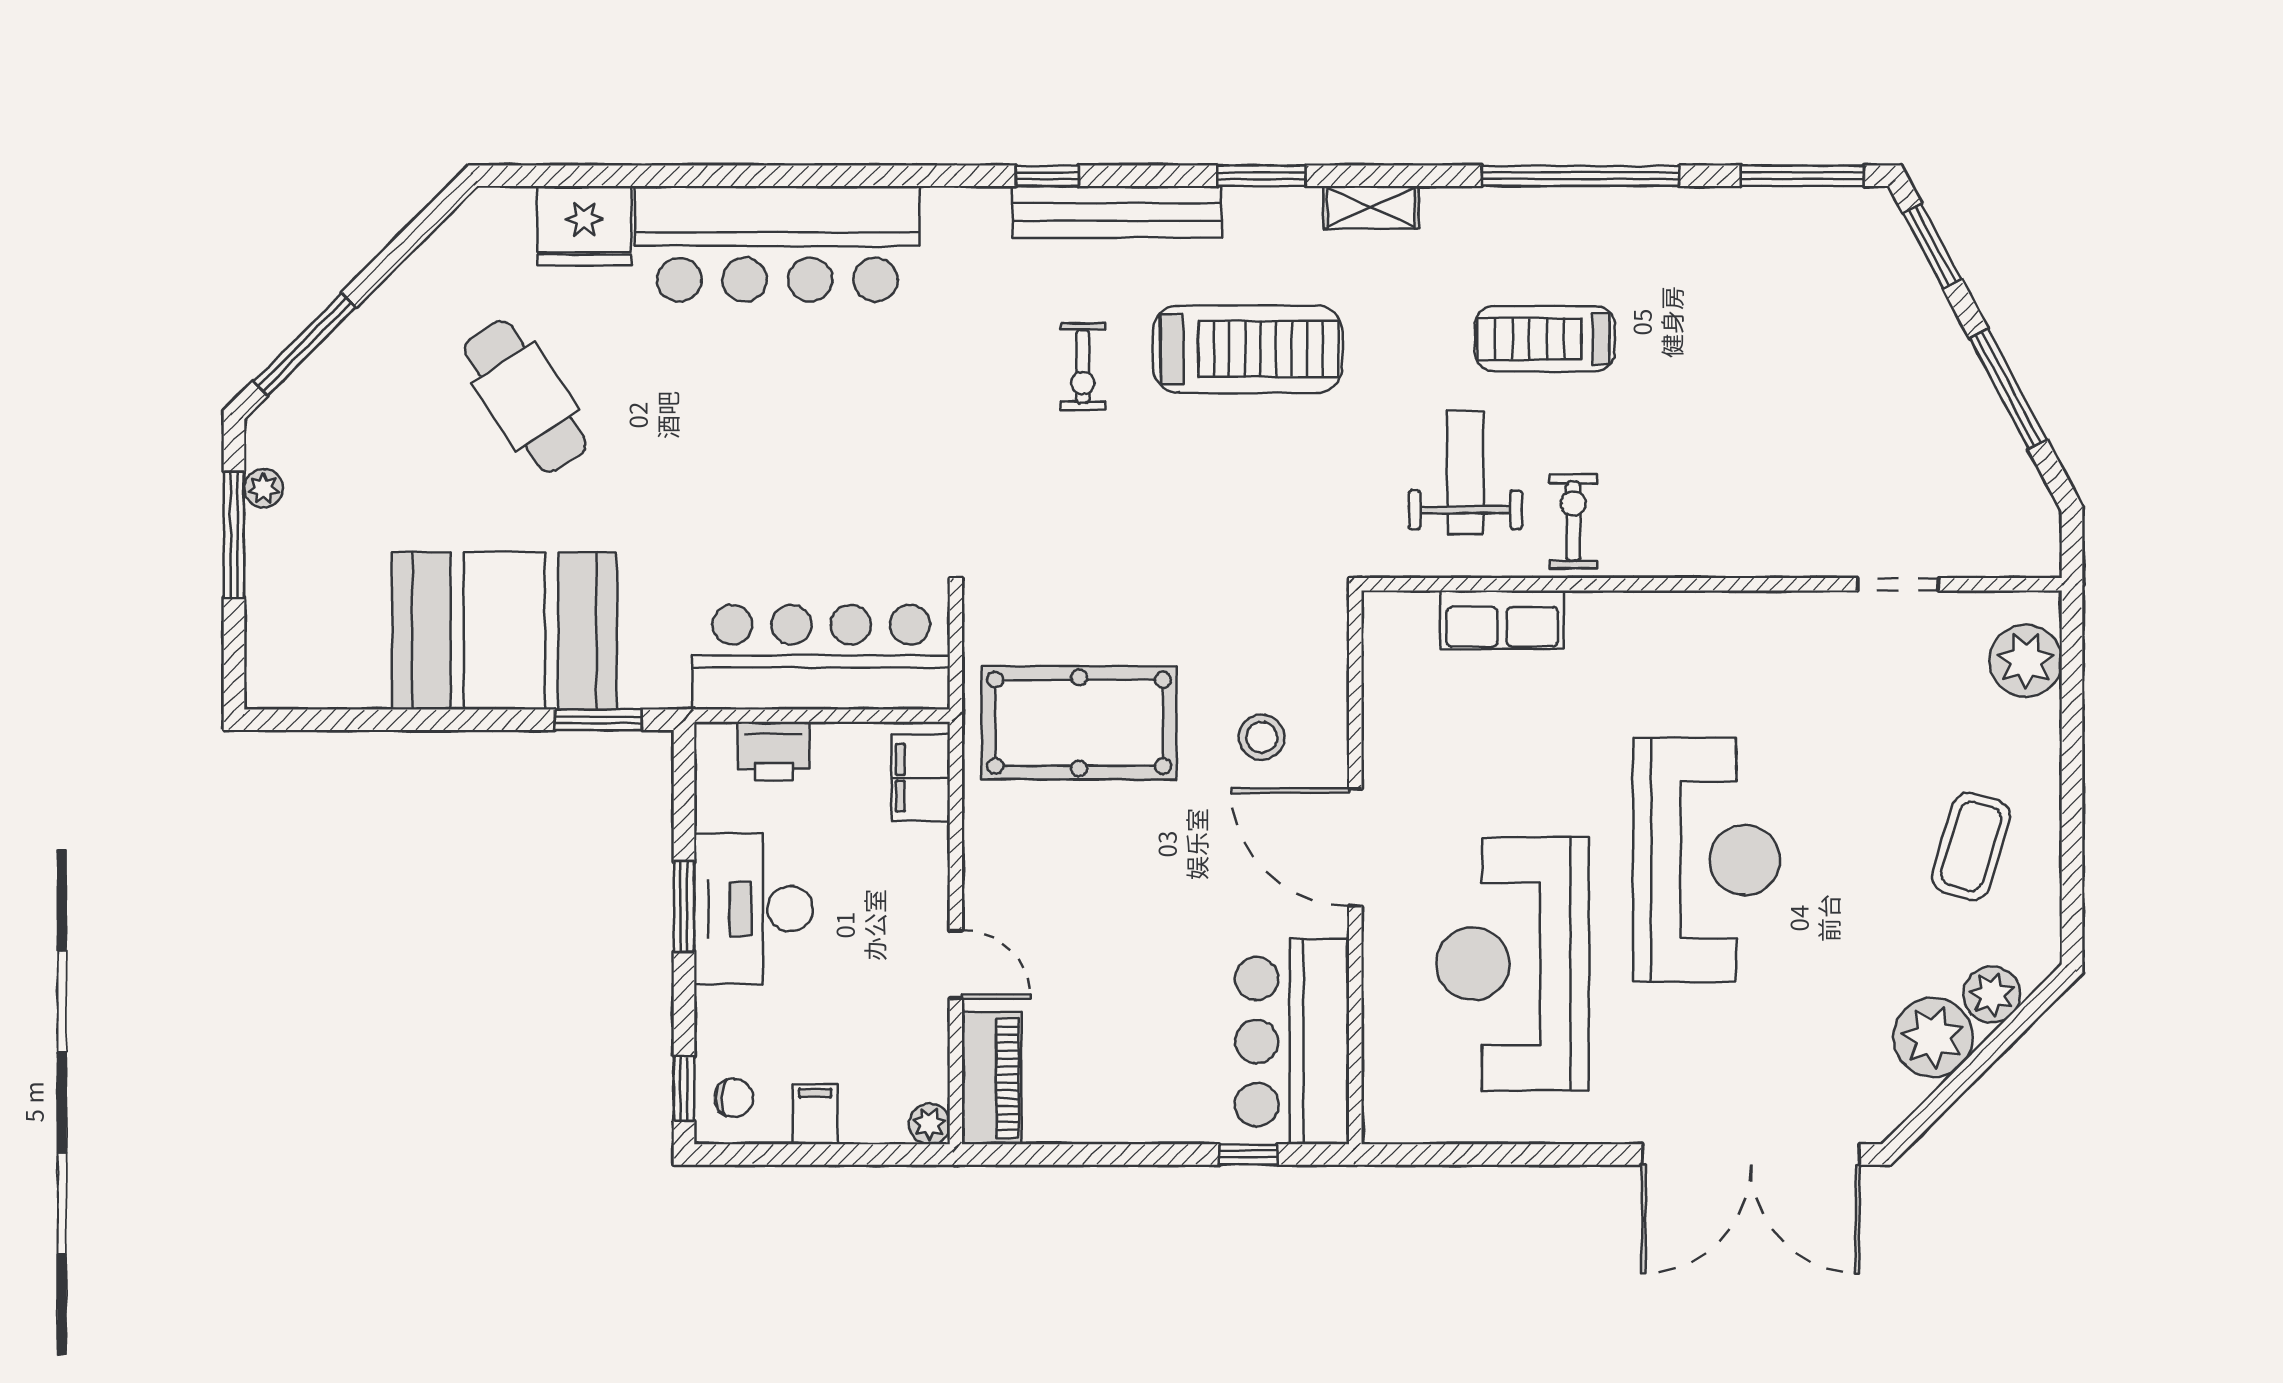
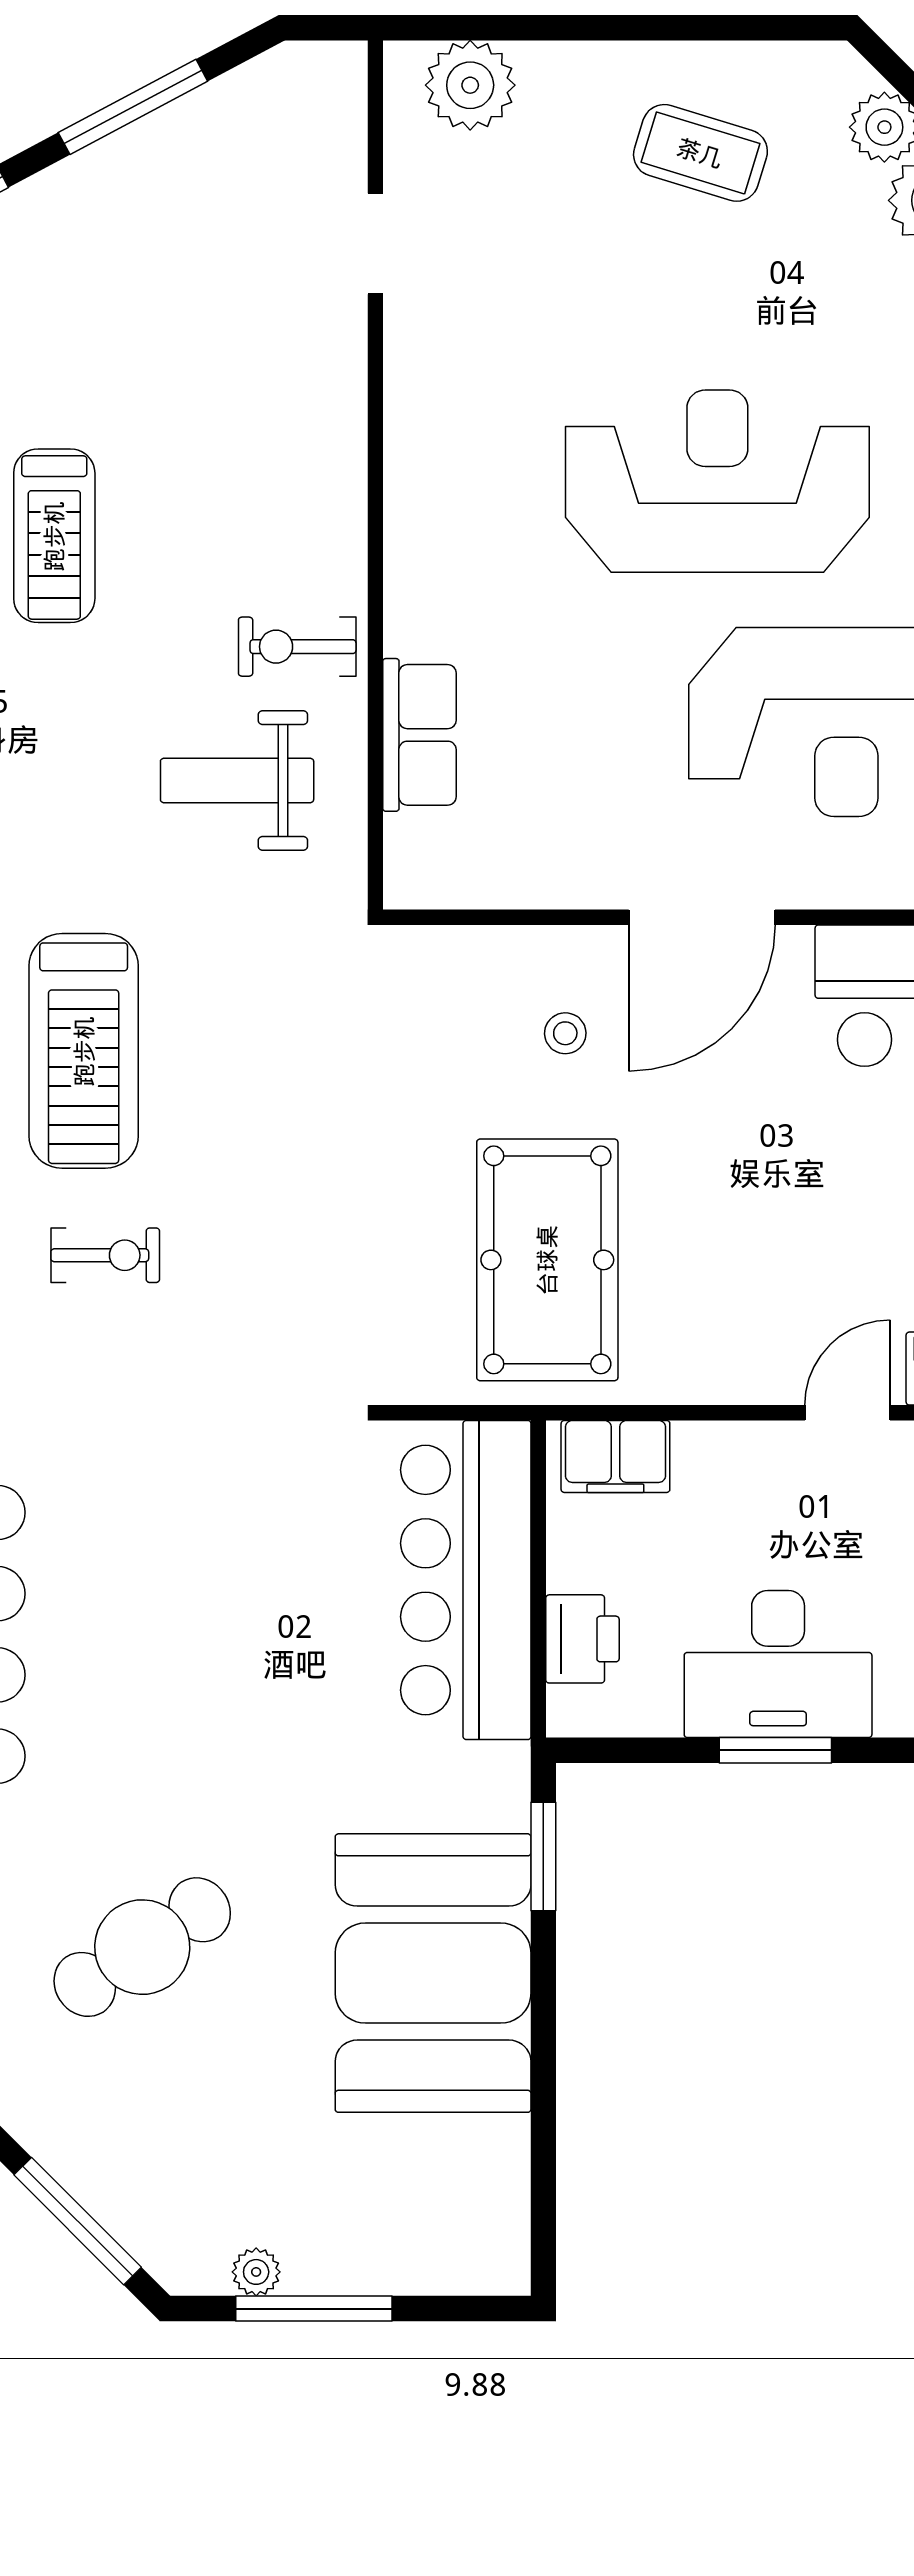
treadmill: (1545, 339) -> (54, 536), moved
treadmill: (1248, 349) -> (84, 1051), turned 180
stool: (1262, 737) -> (565, 1033), width x0.73, depth x0.73

